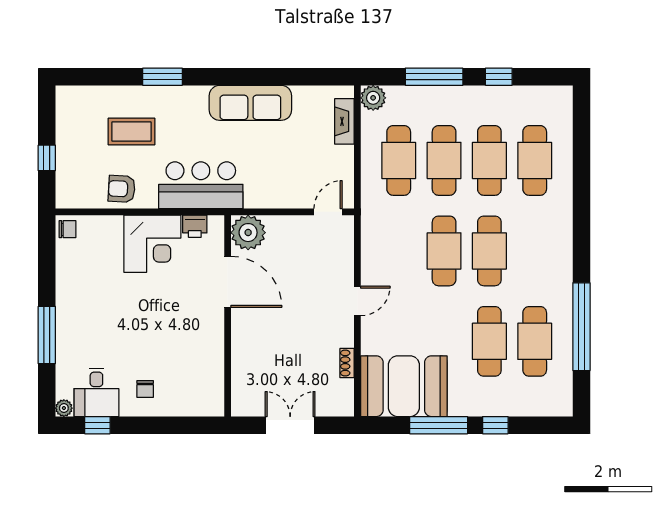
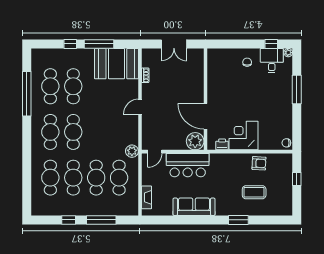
plant: (373, 98) -> (132, 151), moved
bar counter: (201, 185) -> (188, 165), moved
cafe table: (444, 251) -> (50, 132), moved

